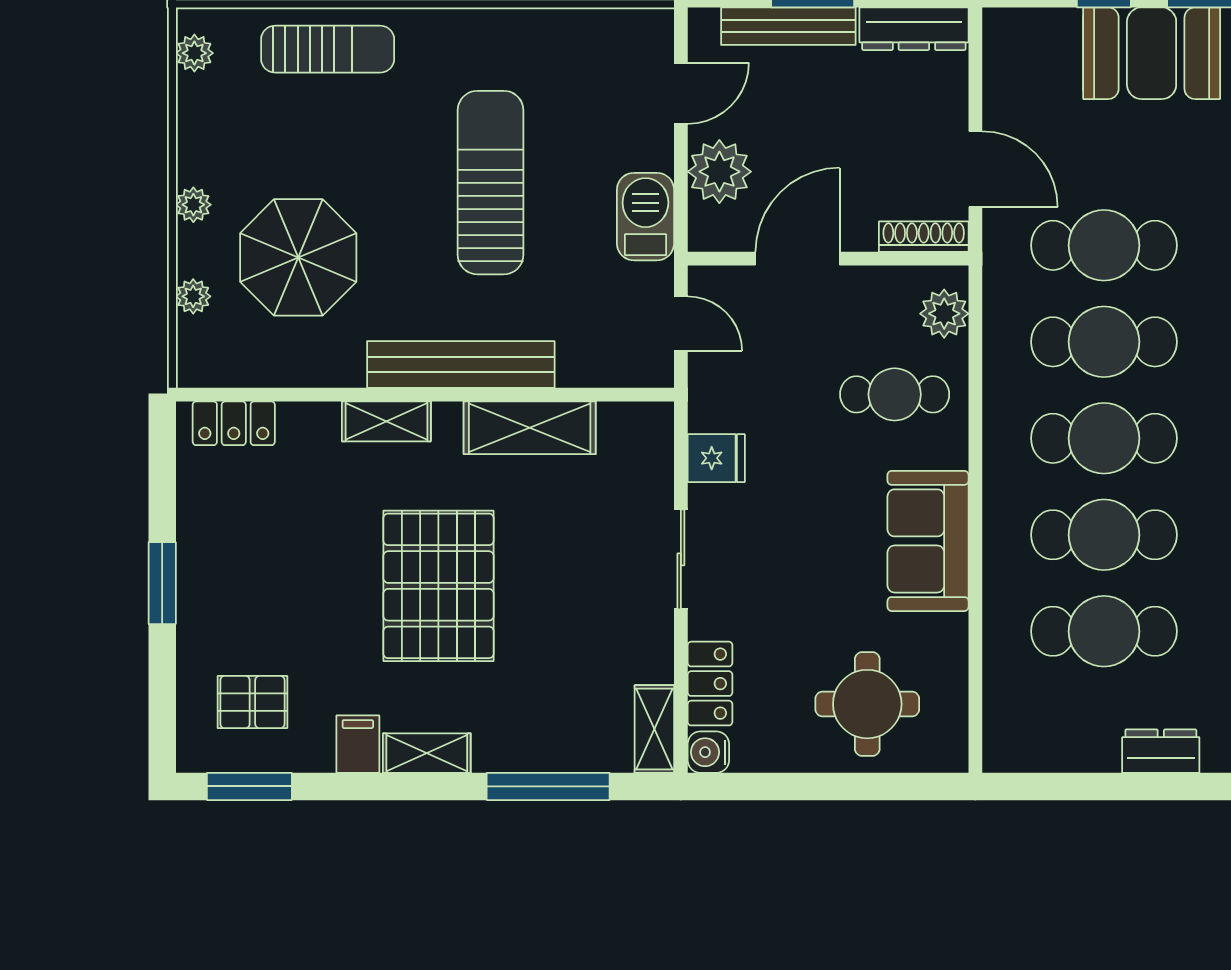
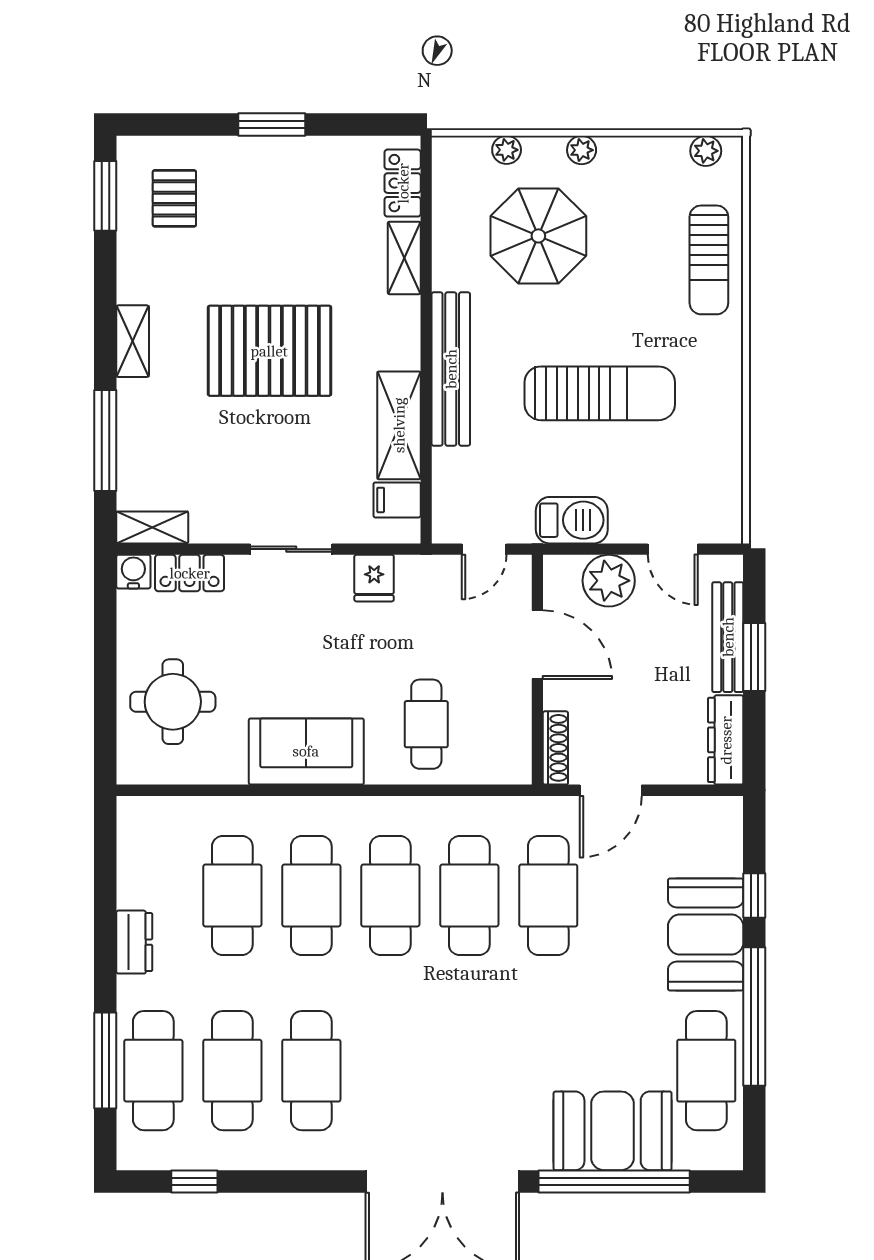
plant: (944, 314) -> (492, 765), removed
shelving: (386, 421) -> (404, 258), moved
filing cabinet: (358, 744) -> (397, 500), moved, turned 180

